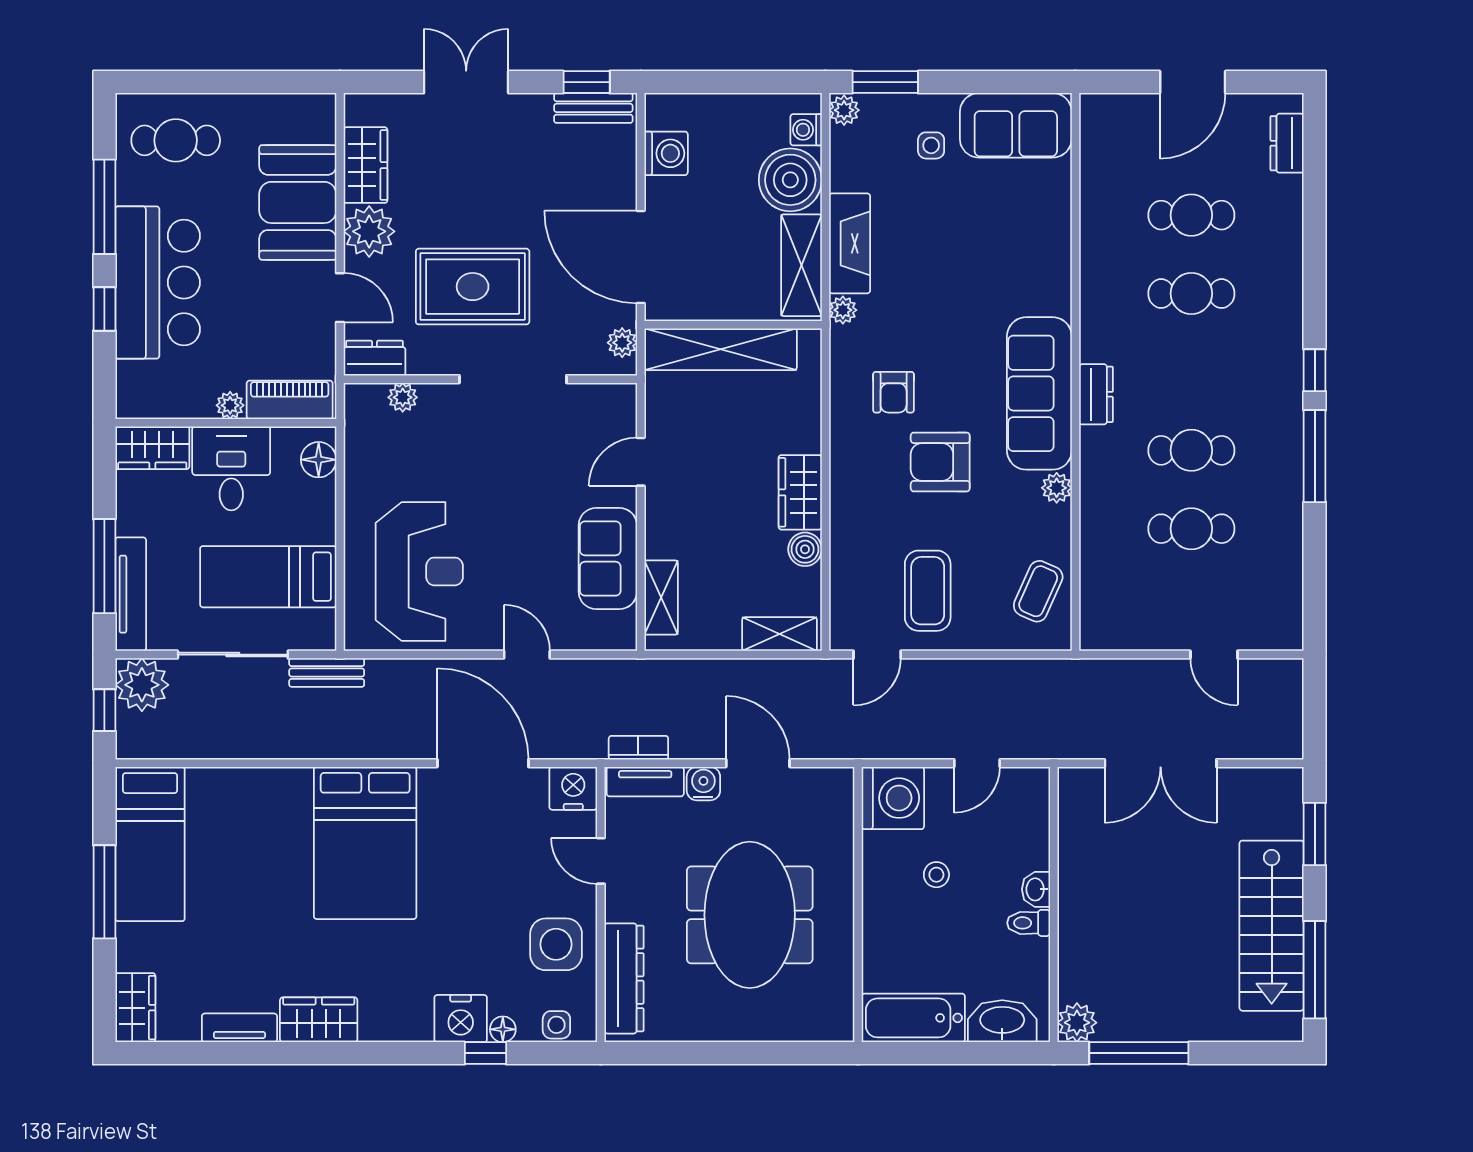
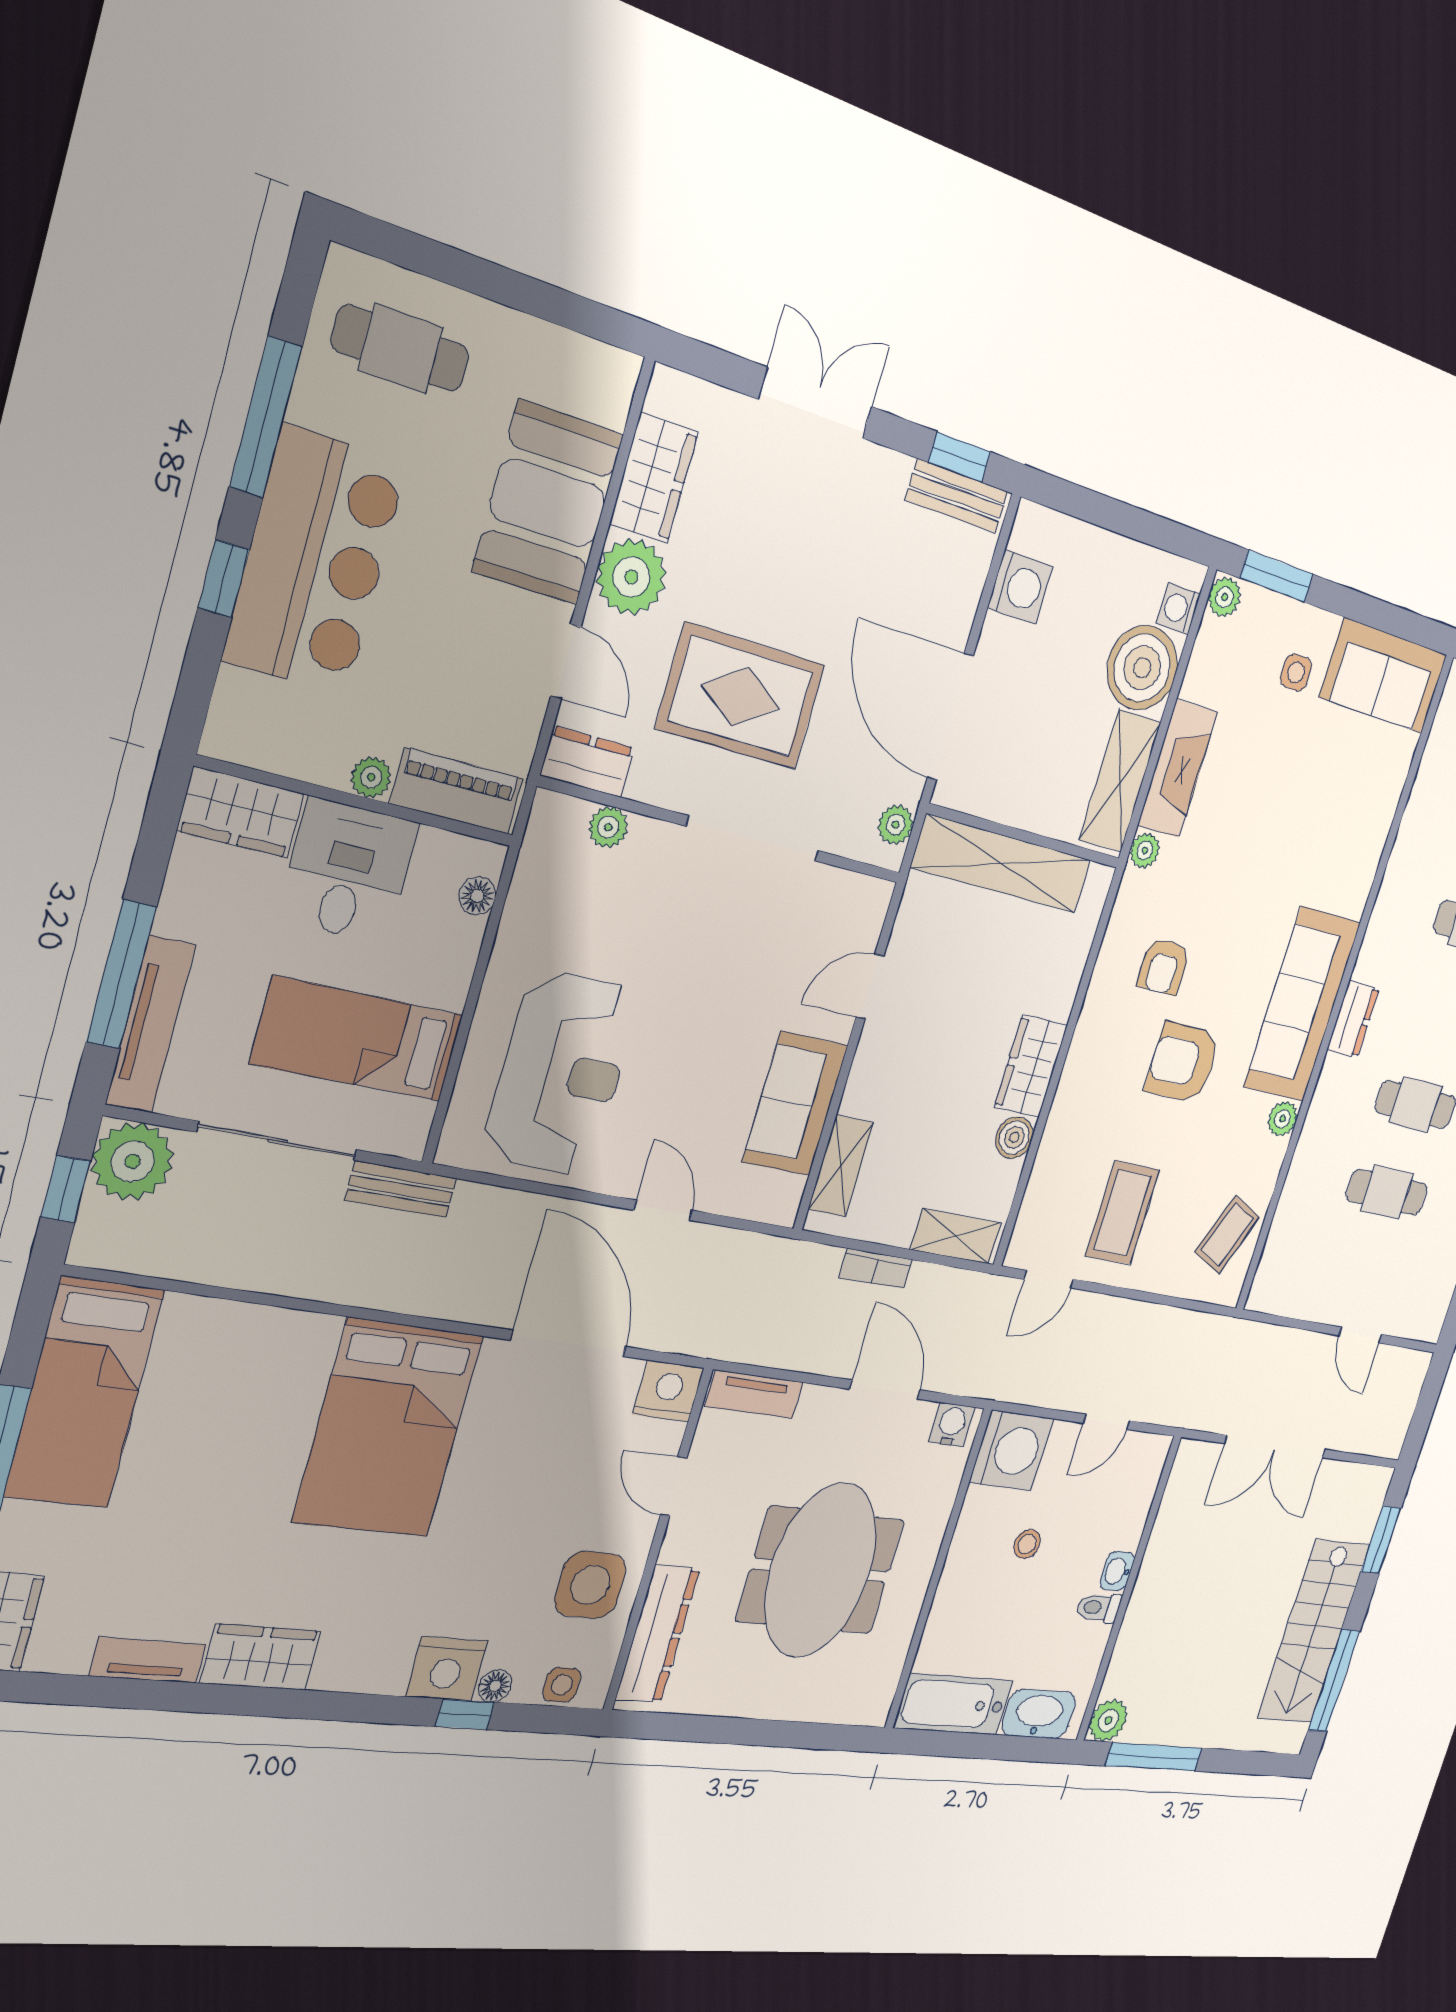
floor lamp: (319, 460) -> (477, 896), width x0.73, depth x0.73
bookcase: (638, 748) -> (875, 1268), moved, turned 180
water cooler: (703, 784) -> (952, 1424), moved

